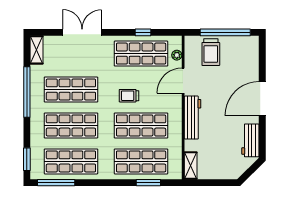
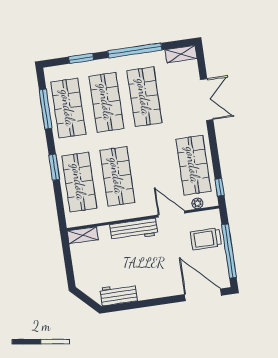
window: (143, 32) -> (220, 187), moved
trolley: (129, 96) -> (147, 159), removed
door: (262, 99) -> (203, 295), moved
window: (27, 159) -> (81, 58), moved
window: (56, 183) -> (46, 109), moved
window: (148, 183) -> (54, 167), moved

